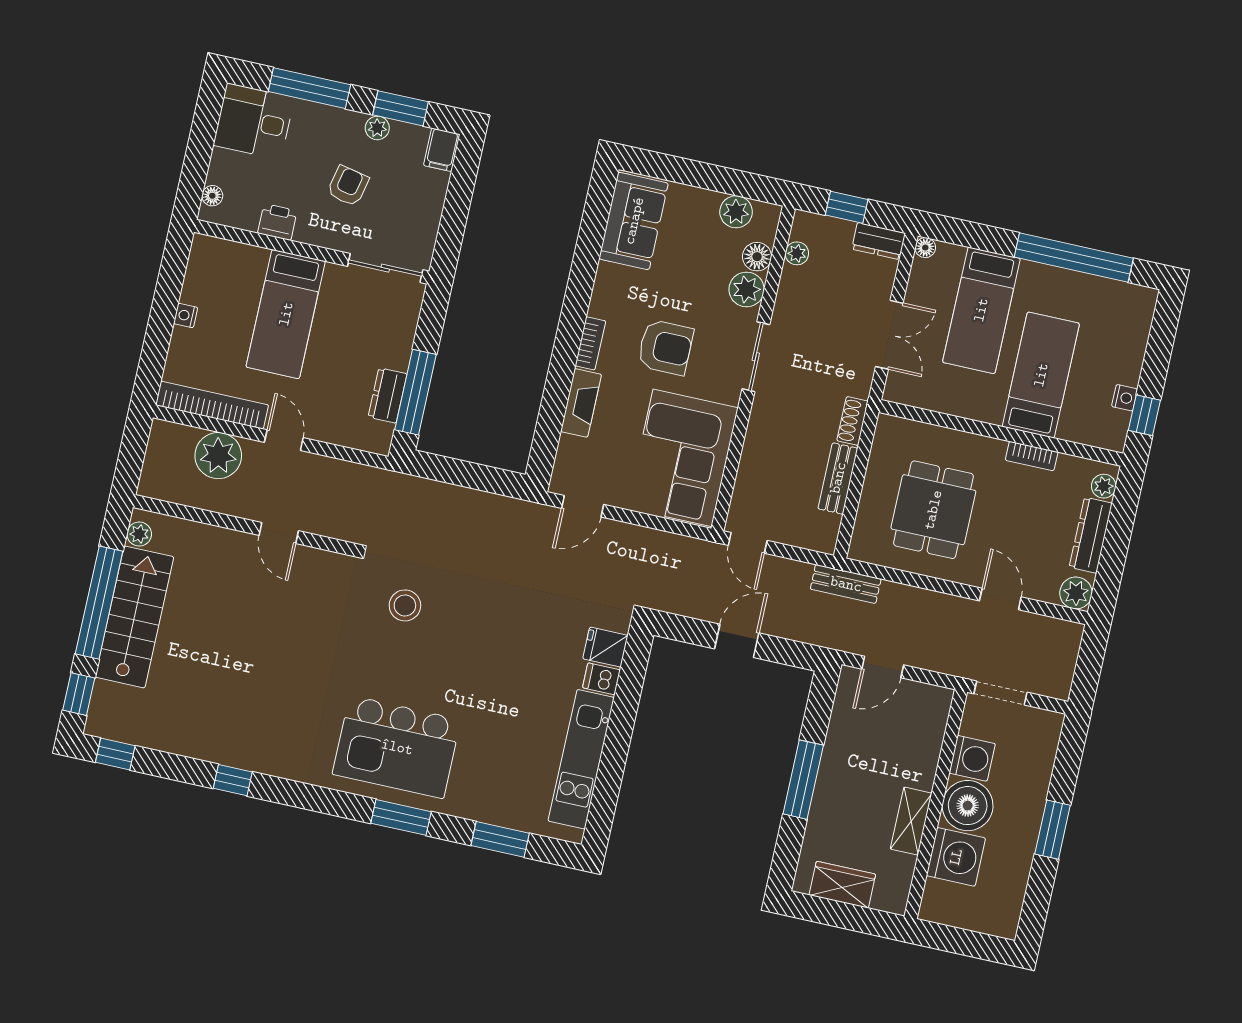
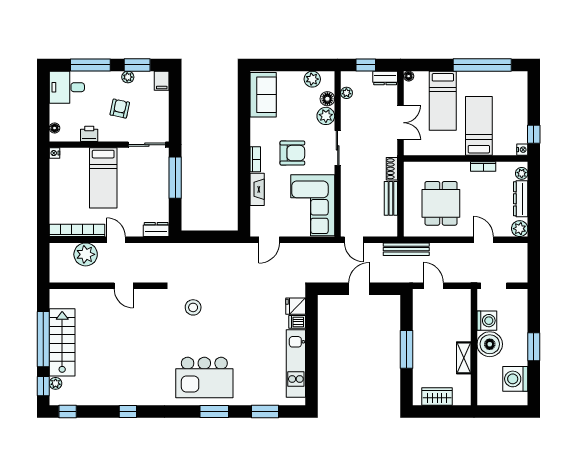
nightstand: (186, 315) -> (54, 153), moved
window: (415, 392) -> (175, 178), moved
dresser: (387, 395) -> (156, 229), moved, turned 90
nightstand: (1125, 398) -> (522, 150), moved
plant: (139, 534) -> (56, 383), moved
bench: (846, 584) -> (406, 249), width x1.36
door: (883, 667) -> (433, 286), swing flipped
washing machine: (956, 857) -> (515, 379), moved, turned 180

